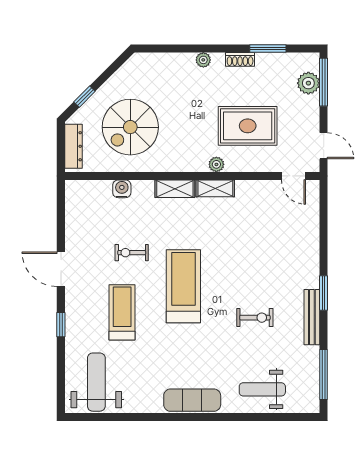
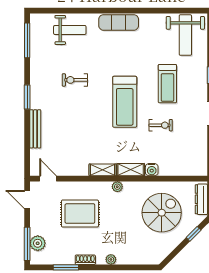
plant: (216, 164) -> (117, 187), moved
water cooler: (122, 189) -> (152, 170), moved
bench: (312, 317) -> (35, 129), moved

